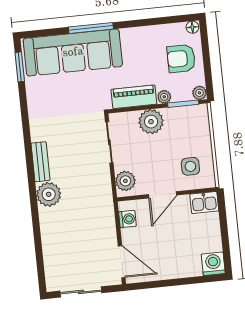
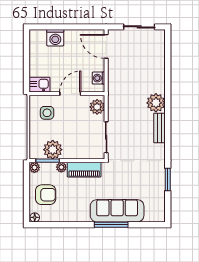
sofa: (73, 52) -> (117, 211), width x0.74, depth x0.79
window: (20, 67) -> (168, 179), moved
plant: (151, 122) -> (53, 150), moved
washing machine: (213, 264) -> (55, 38), moved

